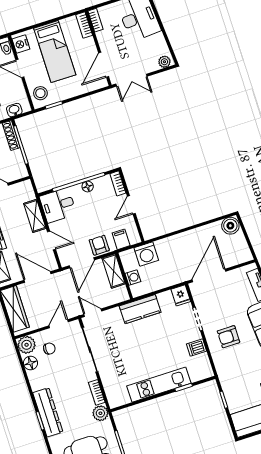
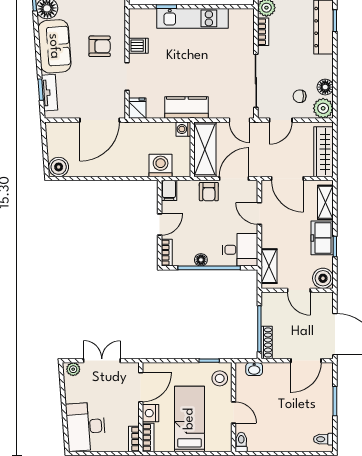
nightstand: (21, 44) -> (150, 413), moved, turned 180
double door: (131, 80) -> (102, 361), moved
shelving: (35, 216) -> (269, 266), moved
filing cabinet: (121, 239) -> (169, 190), moved
shelving: (113, 271) -> (205, 149), width x1.50, depth x1.33
washing machine: (133, 277) -> (183, 129), moved

